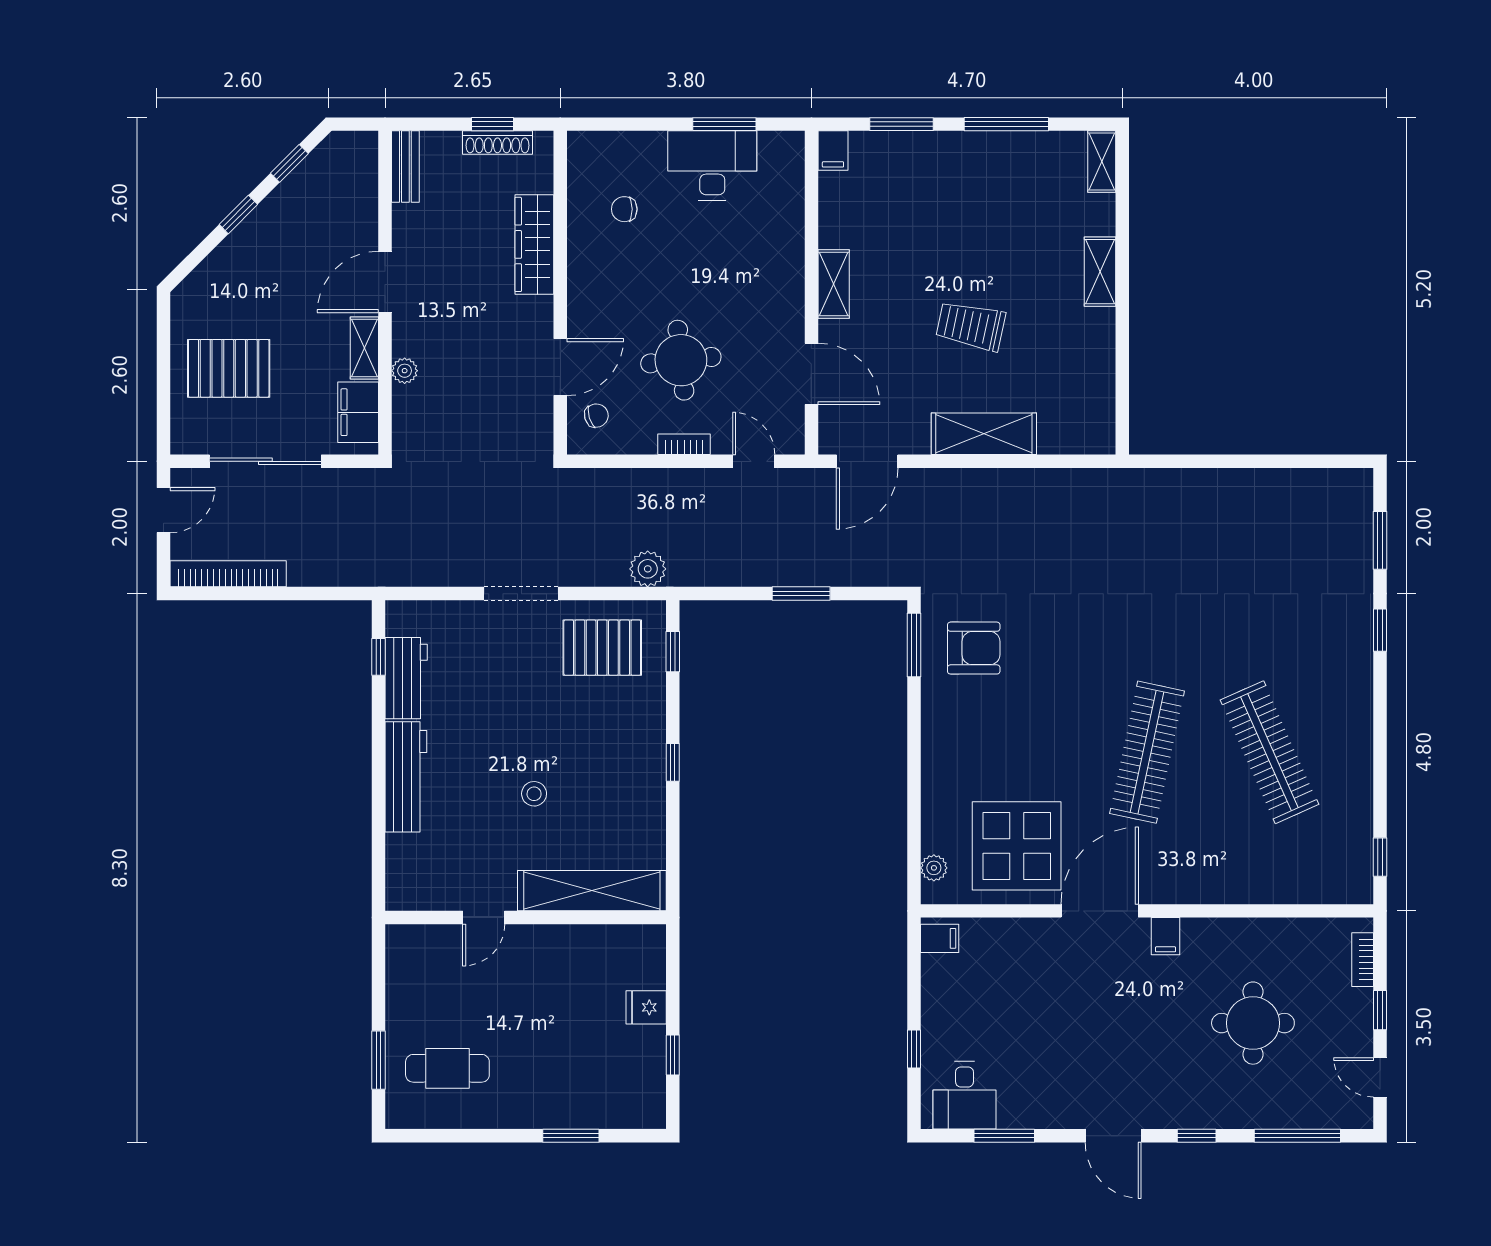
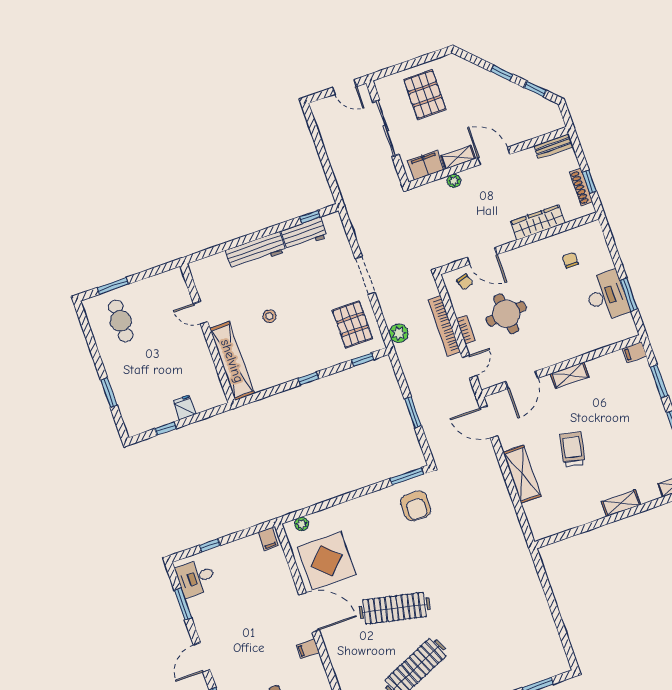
bookcase: (228, 574) -> (444, 326), moved, turned 180

